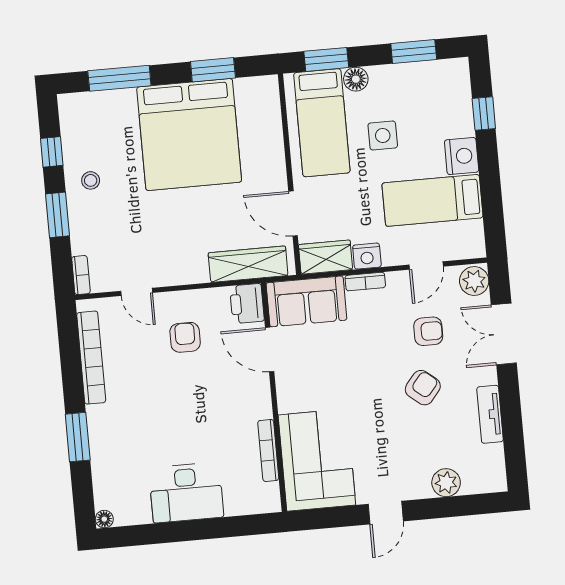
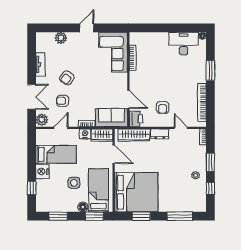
bed: (189, 135) -> (136, 192), moved, turned 90
dresser: (186, 273) -> (160, 134), added
desk: (186, 493) -> (183, 44), moved

